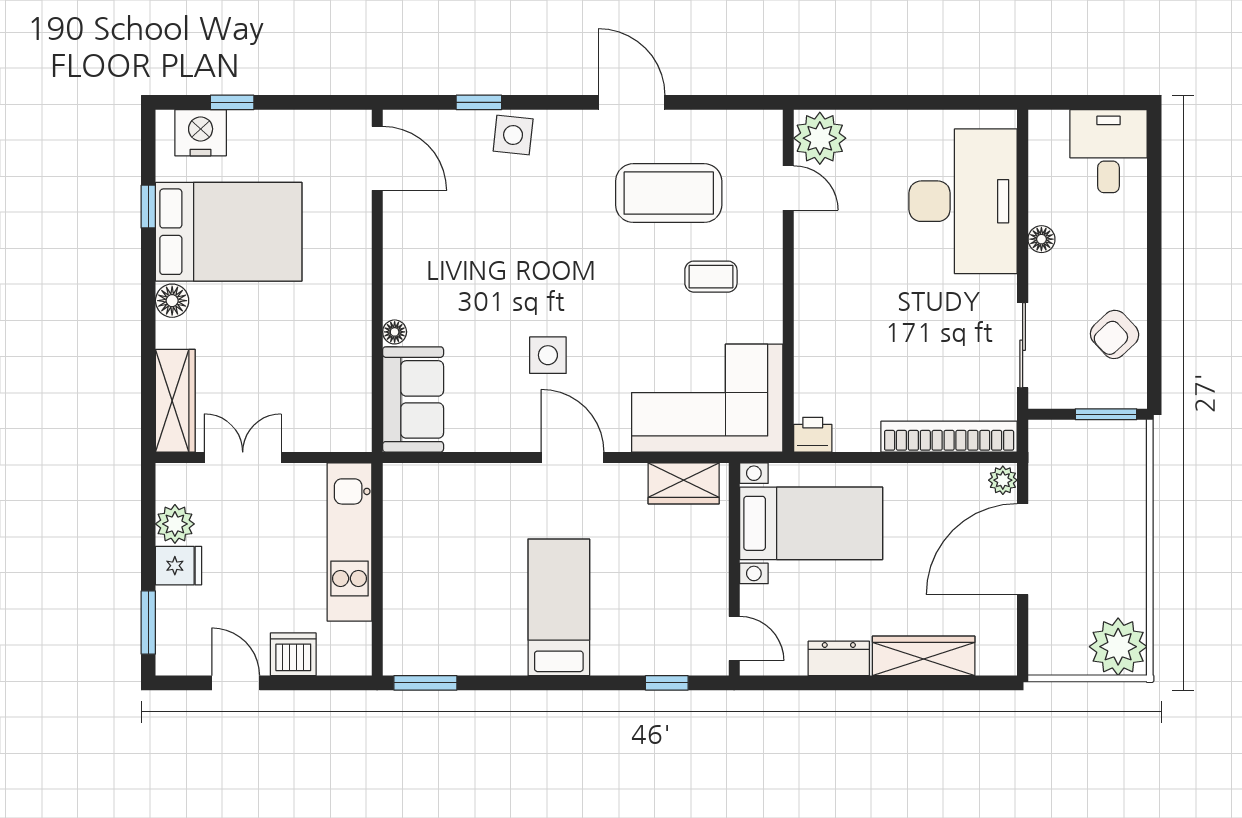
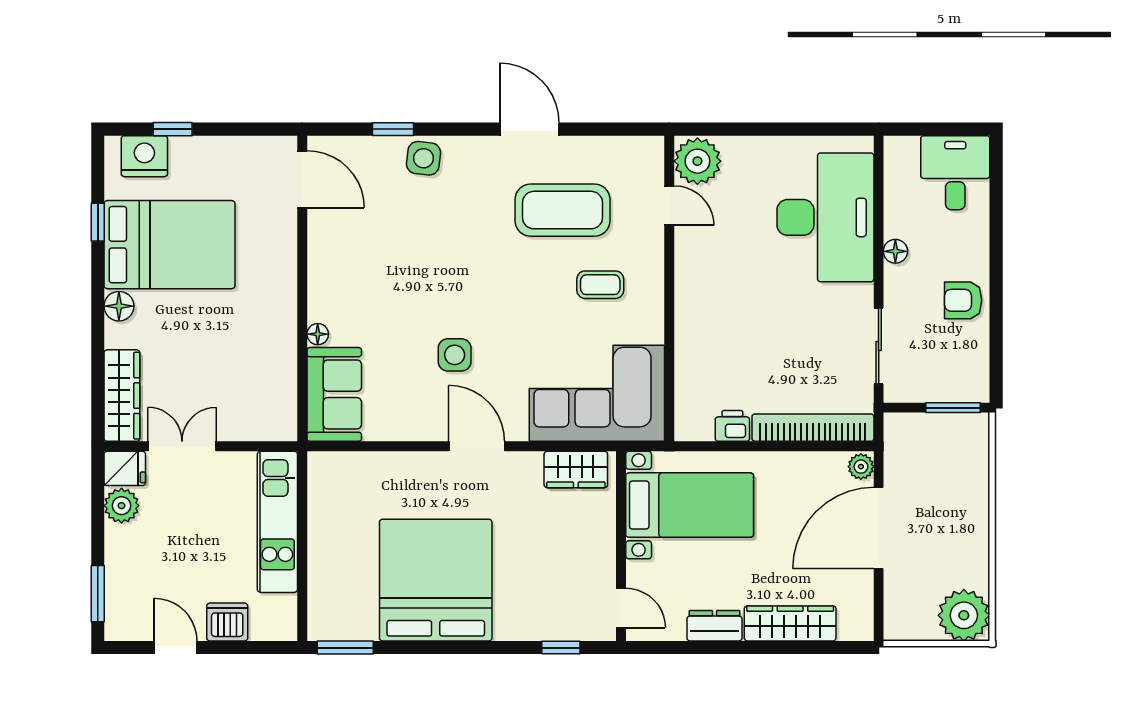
armchair: (1115, 334) -> (963, 300), moved, turned 43
printer: (813, 435) -> (732, 426), moved
fridge: (179, 566) -> (125, 468), moved
bed: (559, 607) -> (436, 580), width x2.04

